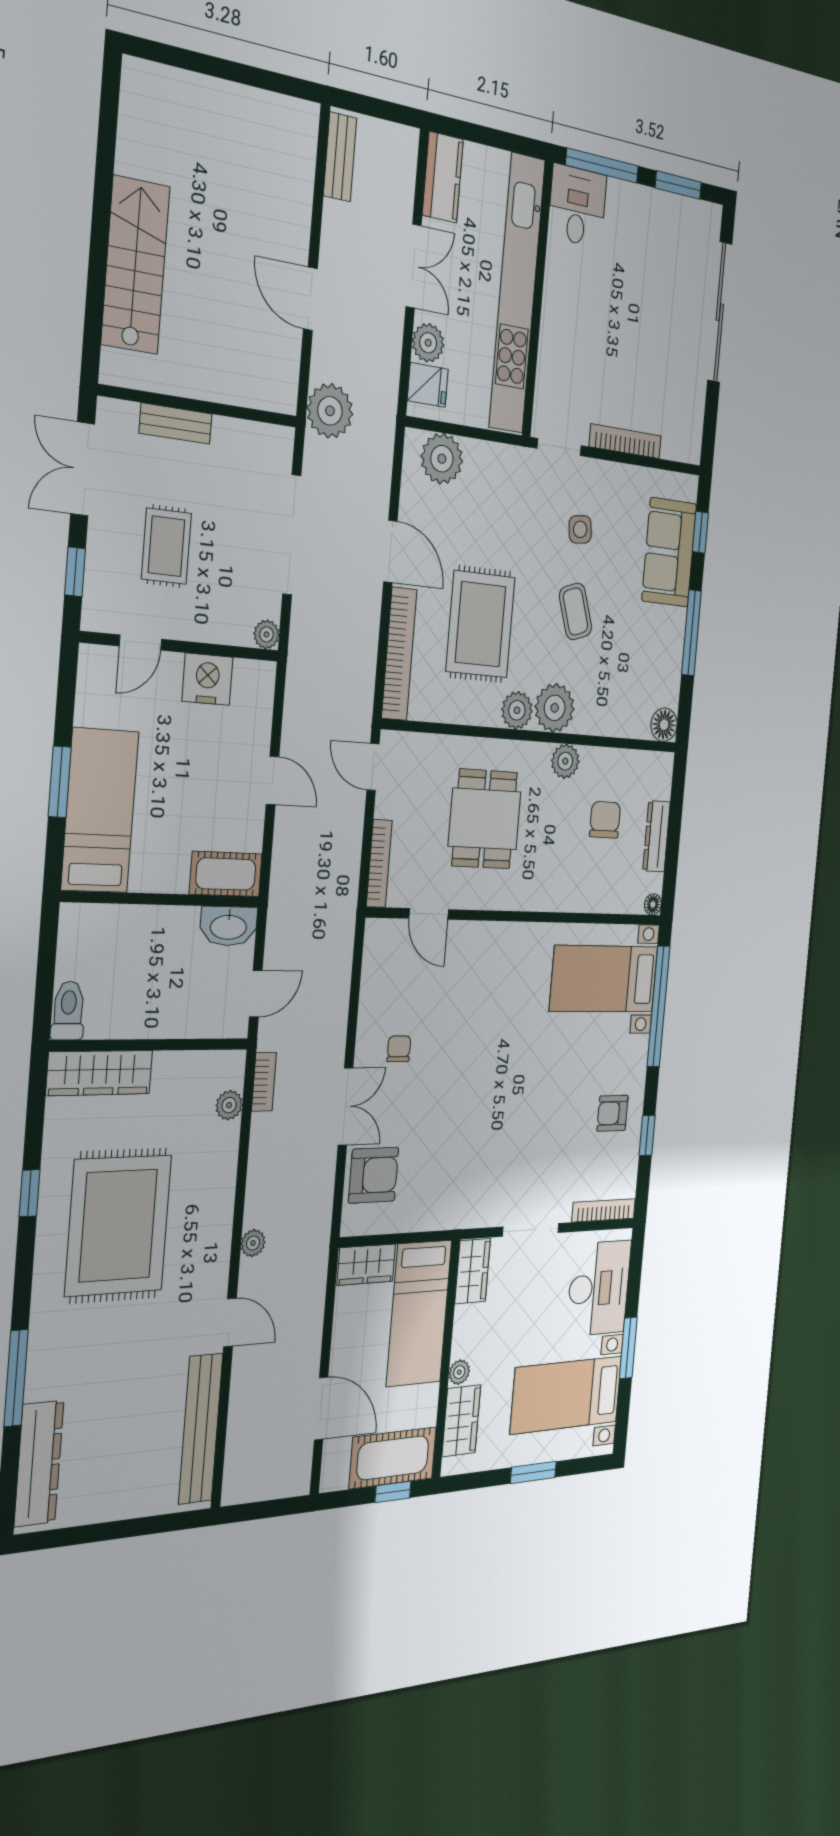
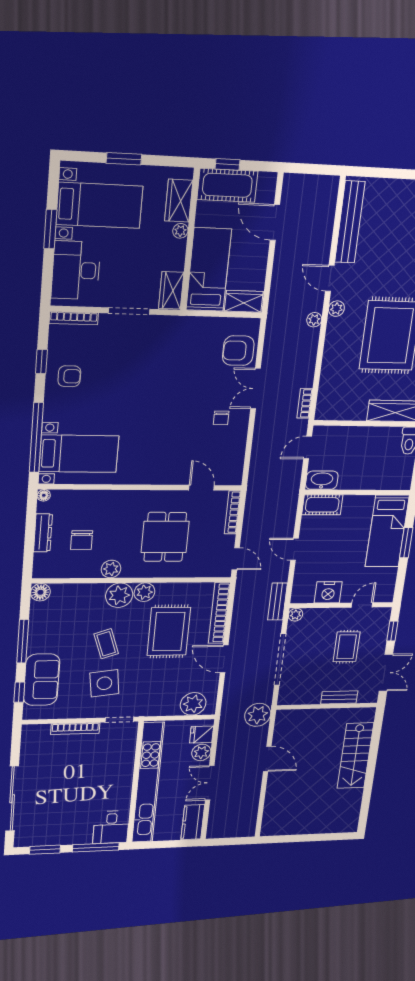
bench: (340, 157) -> (278, 601), moved
side table: (580, 529) -> (104, 683), width x1.87, depth x1.87
plant: (229, 1105) -> (336, 309), moved

